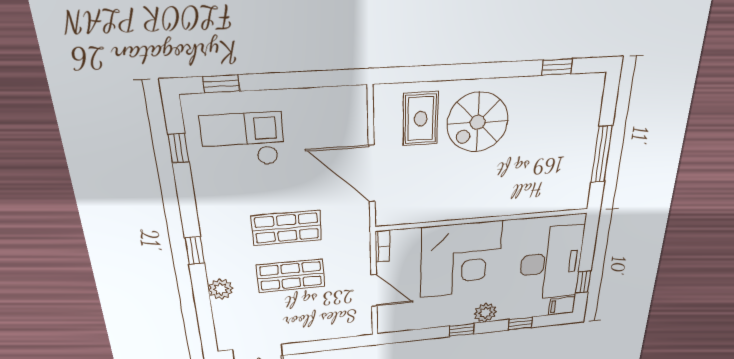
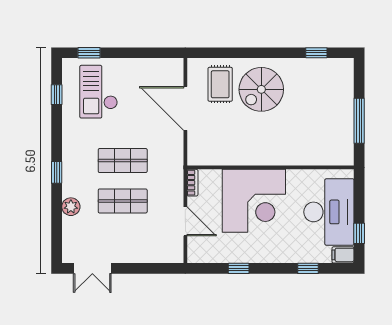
checkout: (243, 140) -> (99, 92), turned -90
door: (372, 174) -> (185, 108), moved
plant: (485, 313) -> (277, 254), removed
window: (462, 330) -> (239, 268), moved

